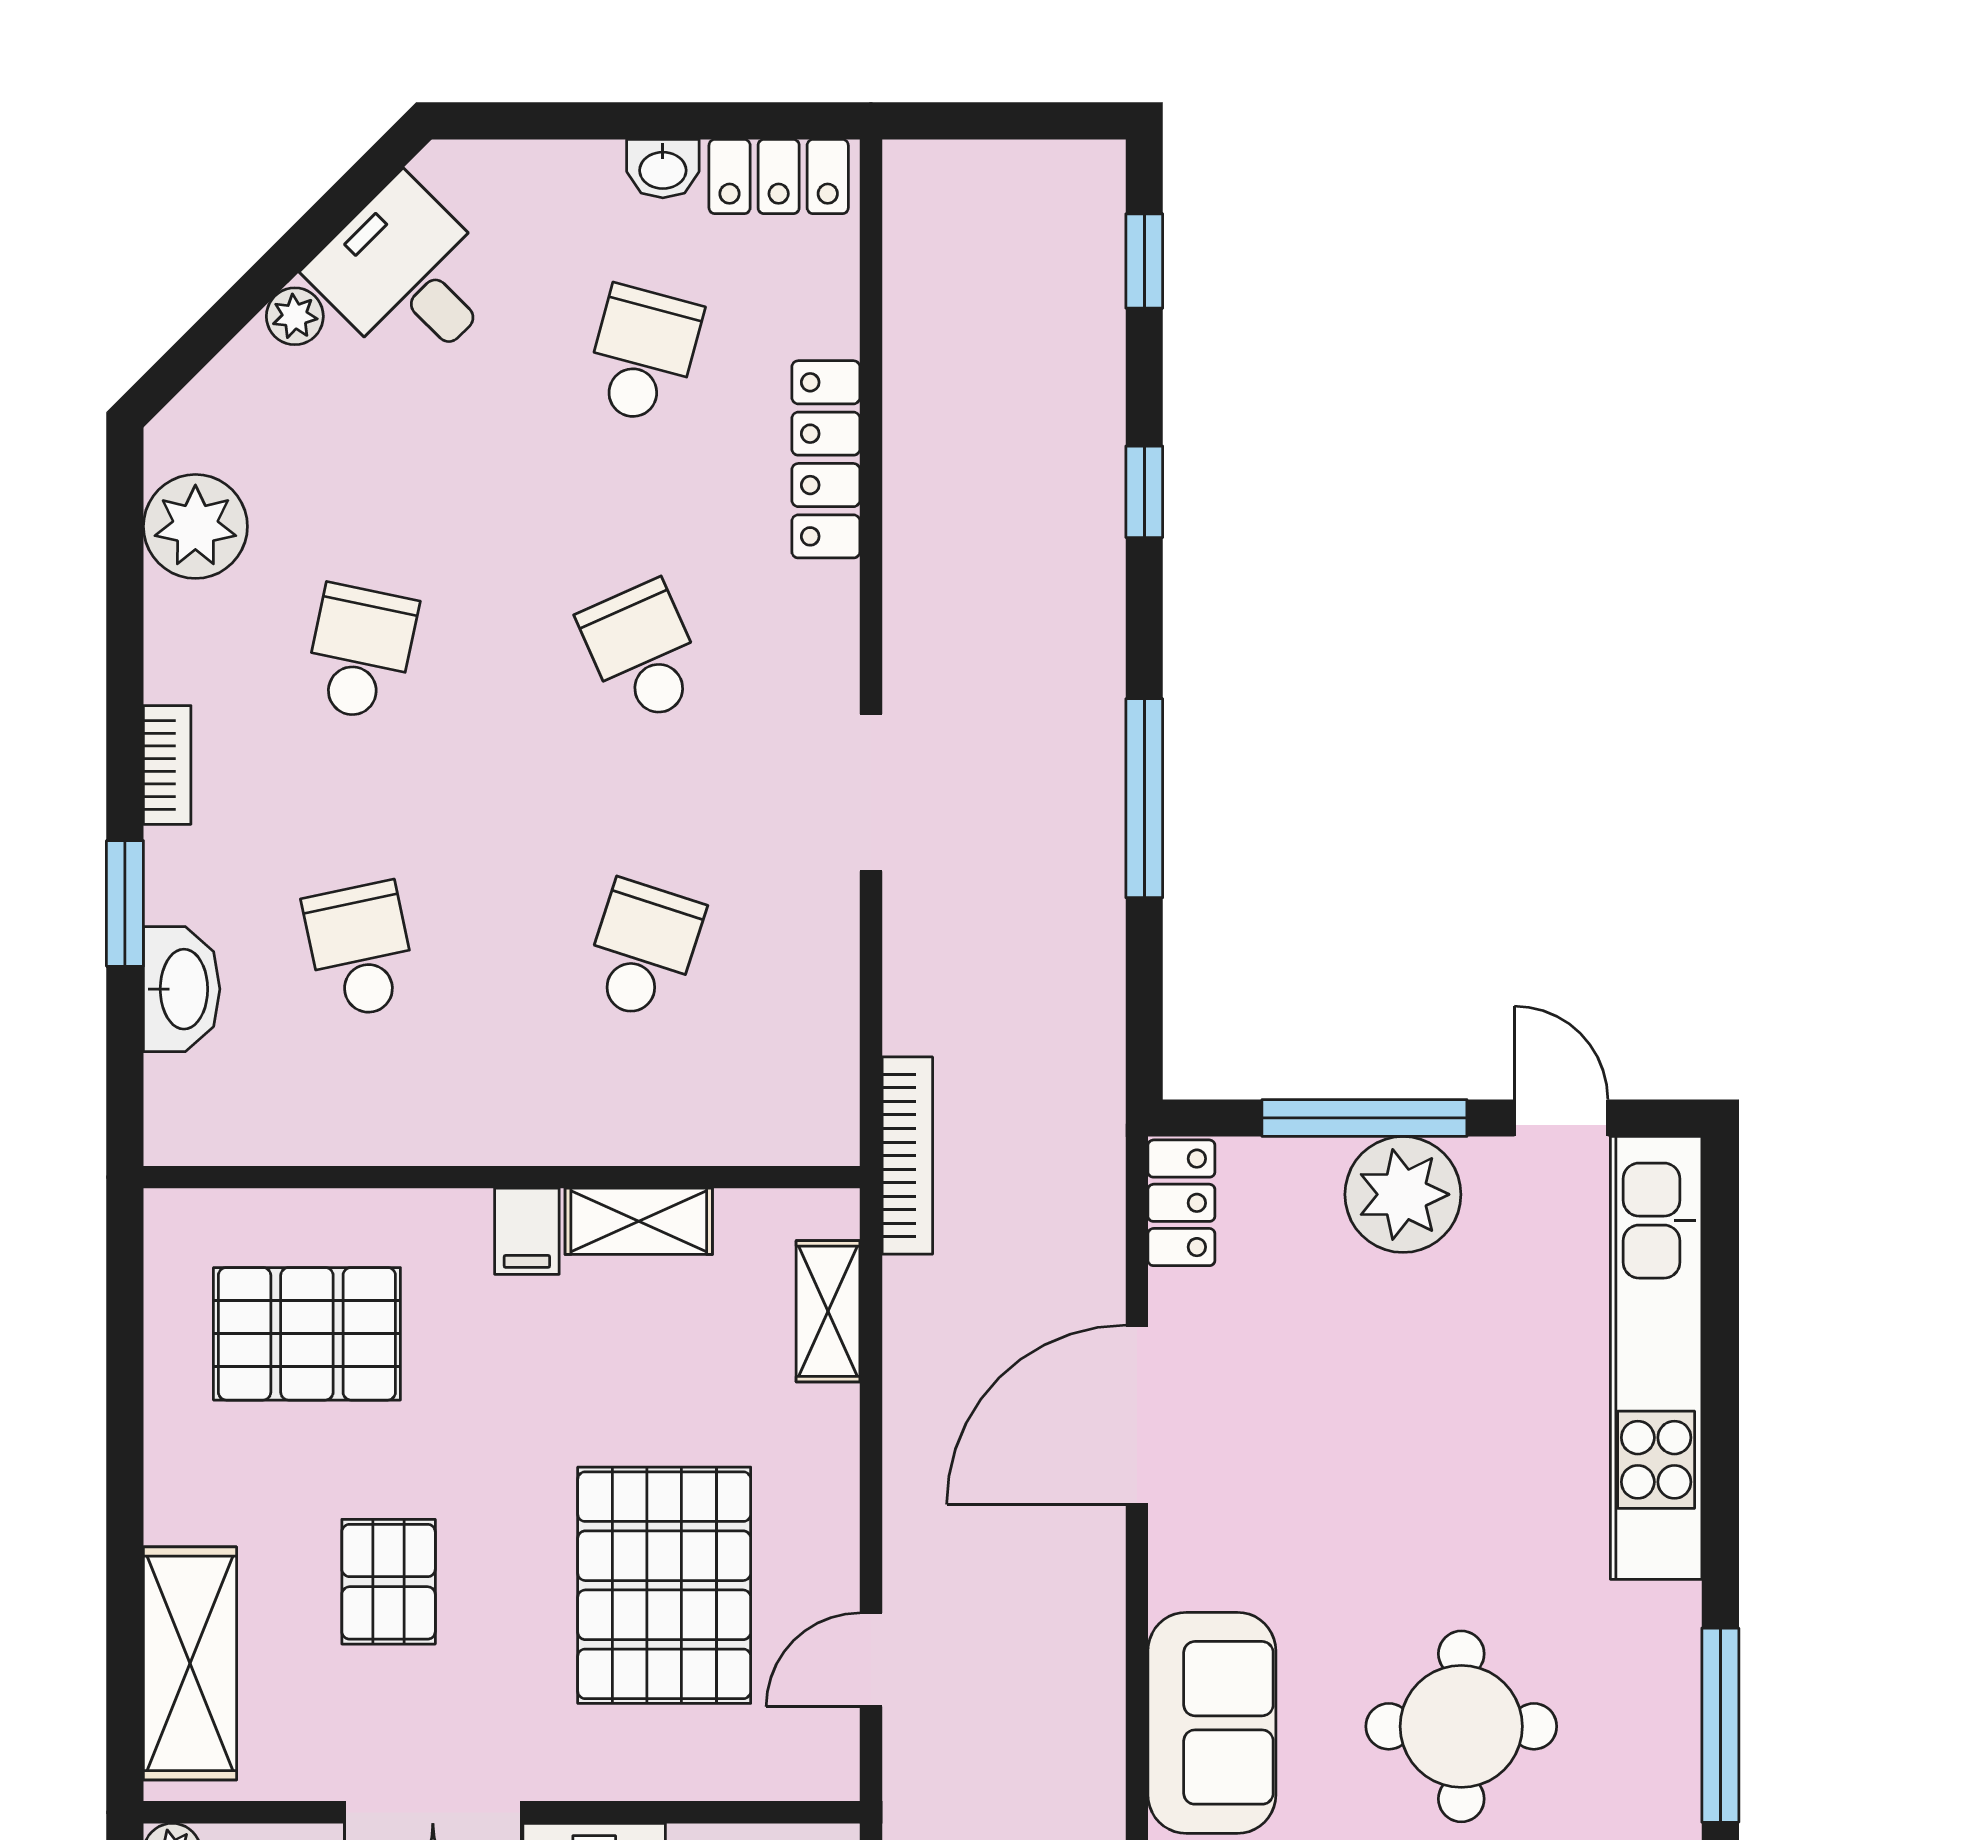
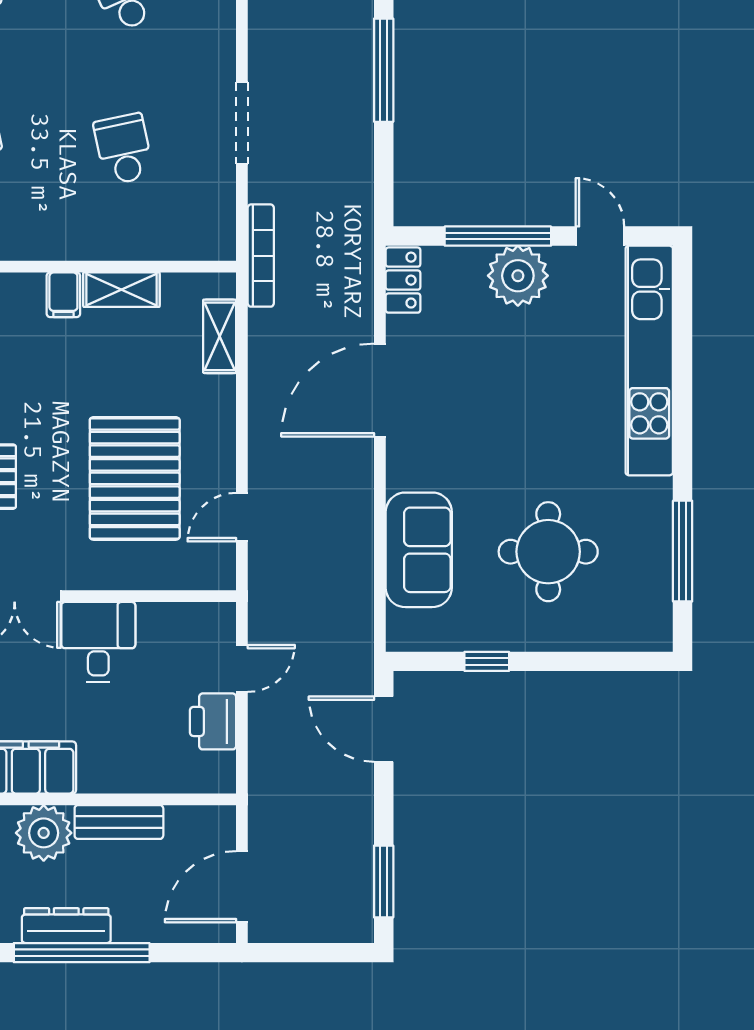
doorway: (871, 793) -> (242, 123), moved
school desk: (643, 950) -> (124, 149), turned -30

